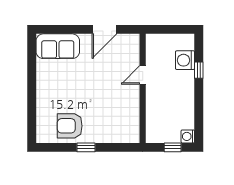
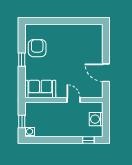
sofa: (58, 46) -> (40, 89), moved, turned 90
washing machine: (185, 60) -> (96, 119), moved, turned -90
window: (199, 70) -> (88, 140), moved

